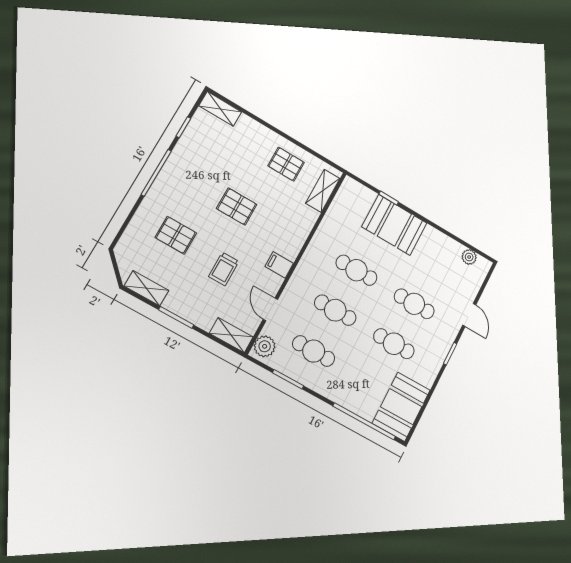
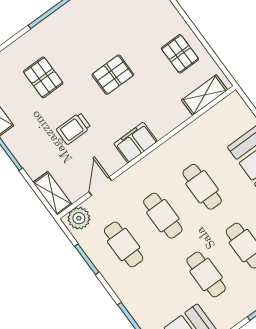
pallet: (237, 207) -> (113, 75), turned 90
filing cabinet: (279, 265) -> (136, 143), width x2.00

